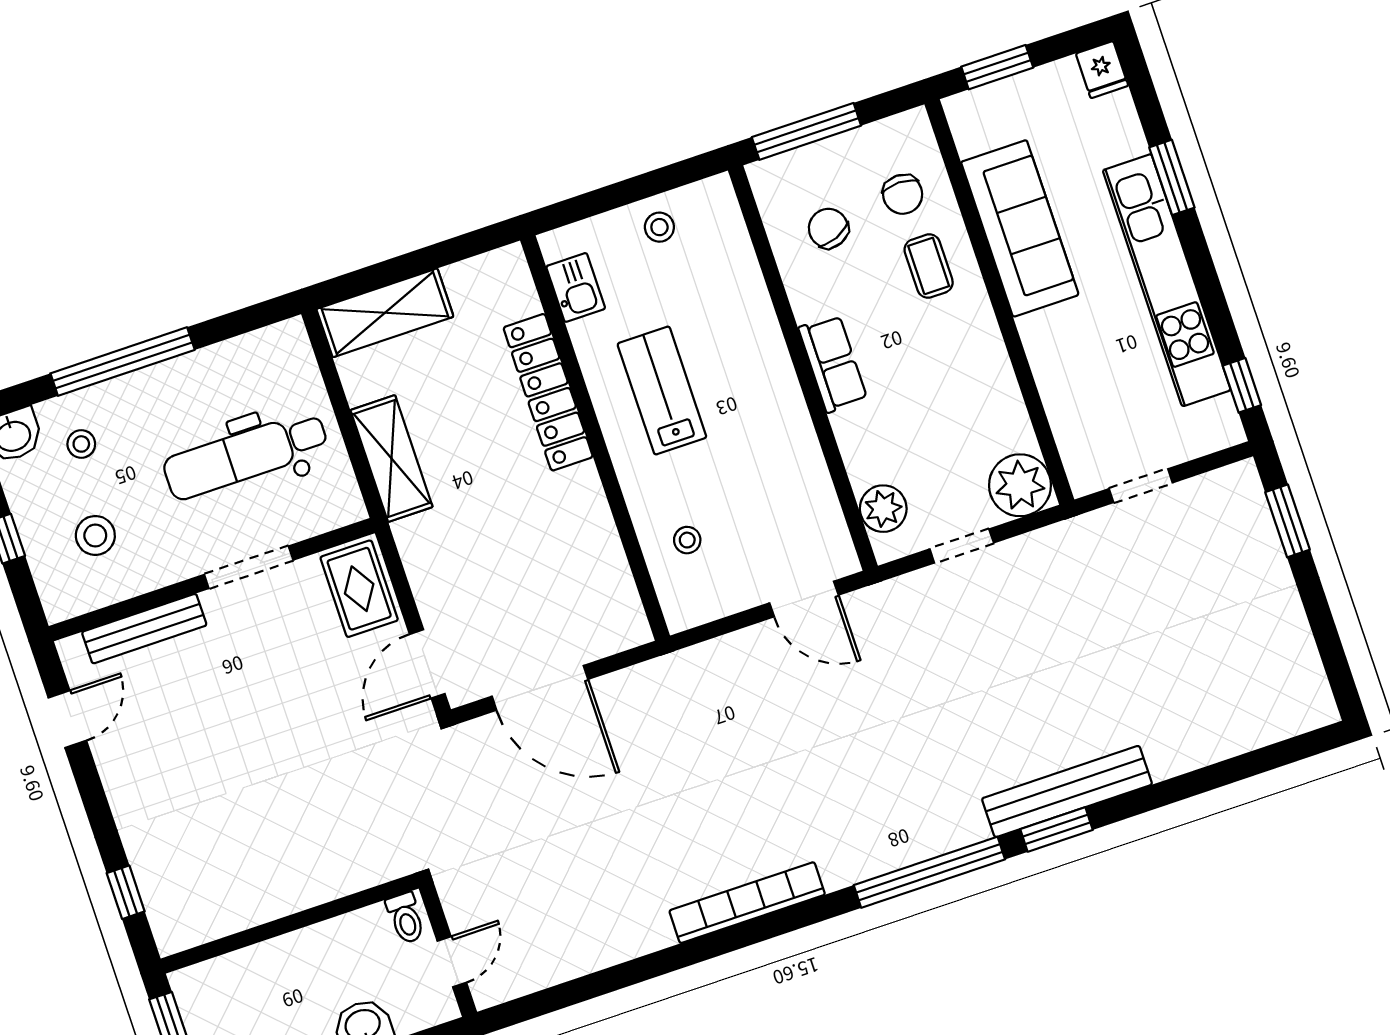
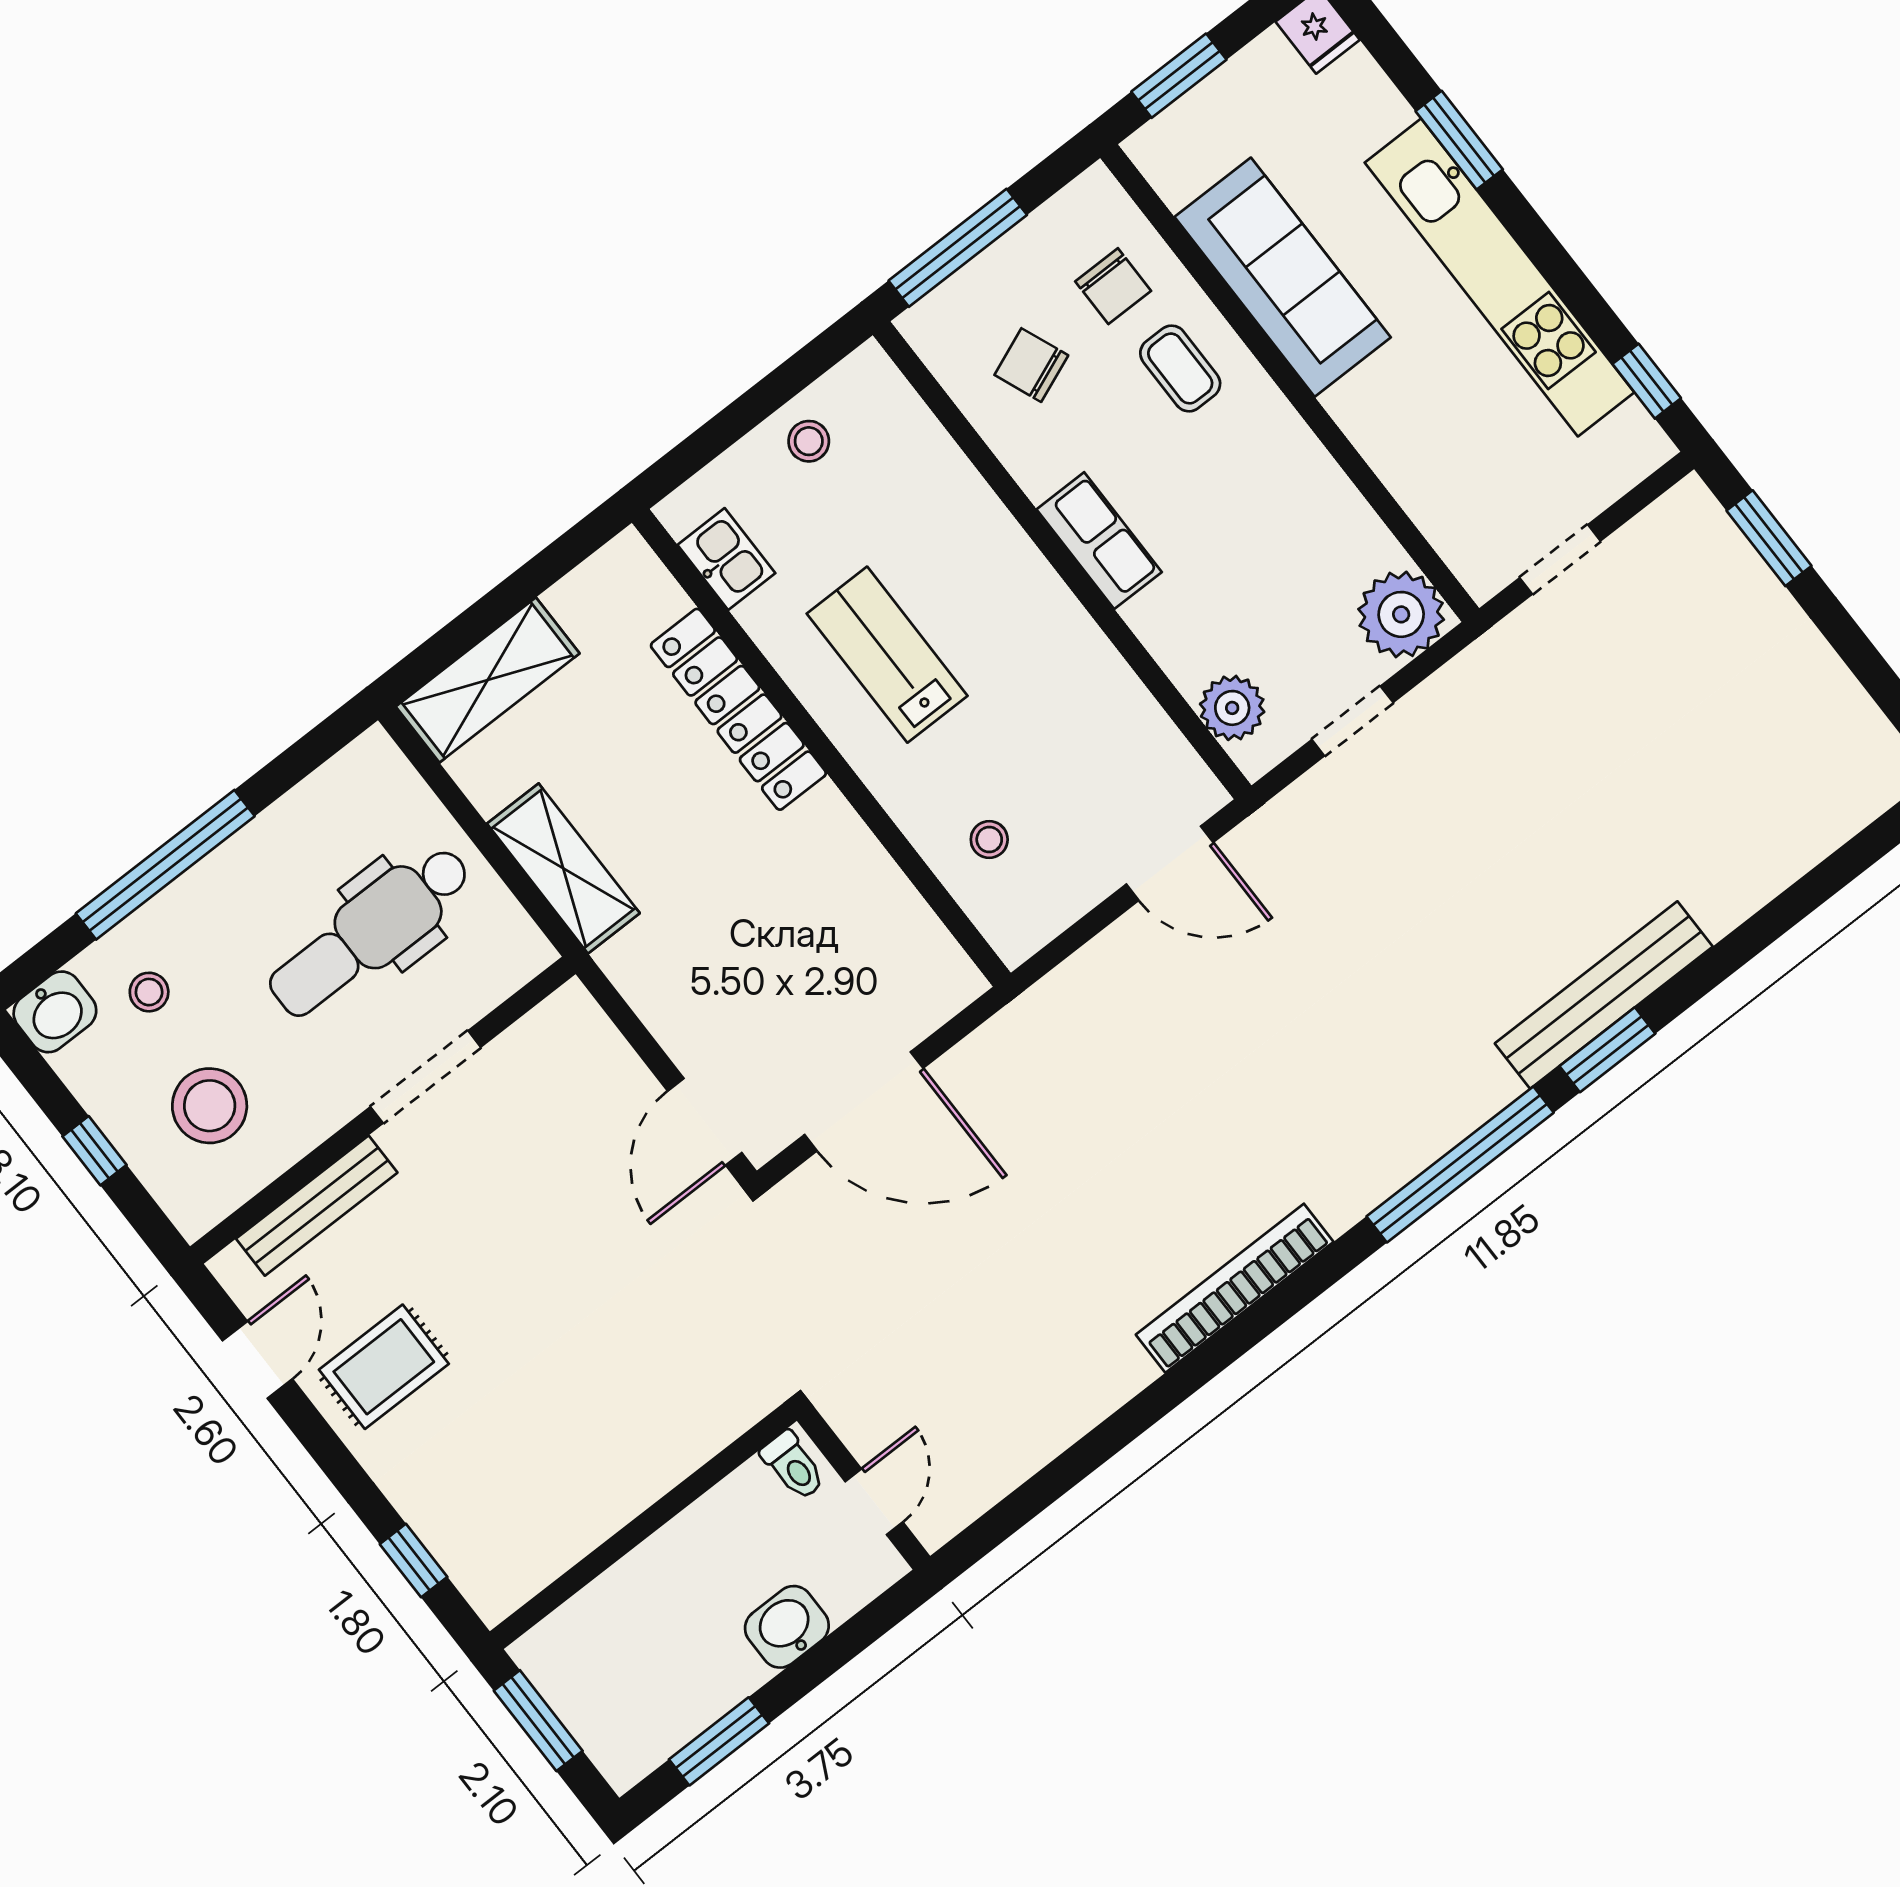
stool: (95, 535) -> (210, 1106), width x1.38, depth x1.38
rug: (359, 589) -> (384, 1367), moved, turned 90

